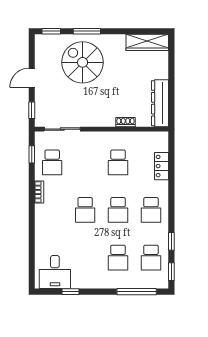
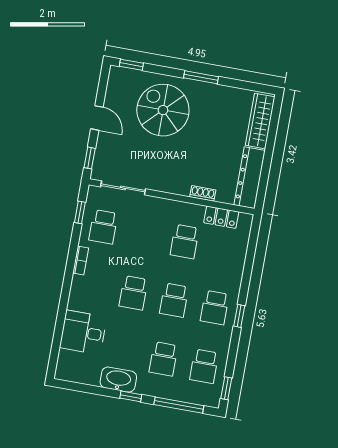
window: (87, 31) -> (201, 77), moved
wardrobe: (147, 42) -> (260, 121), moved, turned 90
door: (32, 78) -> (97, 118), swing flipped
locker: (162, 166) -> (221, 217), moved, turned -90
window: (171, 241) -> (239, 316), moved
desk: (55, 272) -> (83, 332), moved, turned 90
washbasin: (86, 280) -> (118, 380), added
window: (71, 292) -> (131, 396), moved

